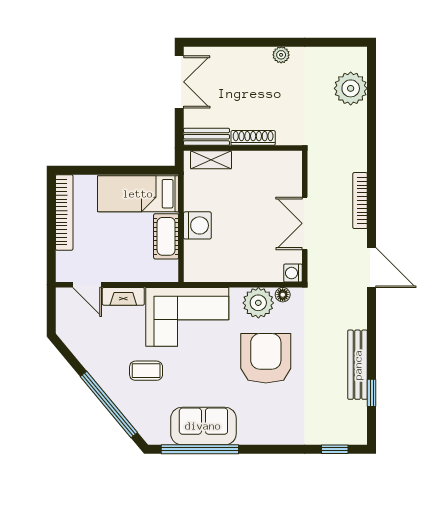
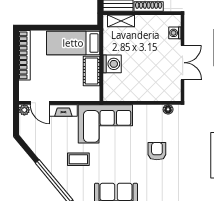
double door: (305, 223) -> (183, 63), swing flipped
washing machine: (293, 273) -> (175, 33), moved
plant: (258, 303) -> (24, 110), moved, width x0.53, depth x0.53
armchair: (266, 358) -> (157, 151), width x0.53, depth x0.53

